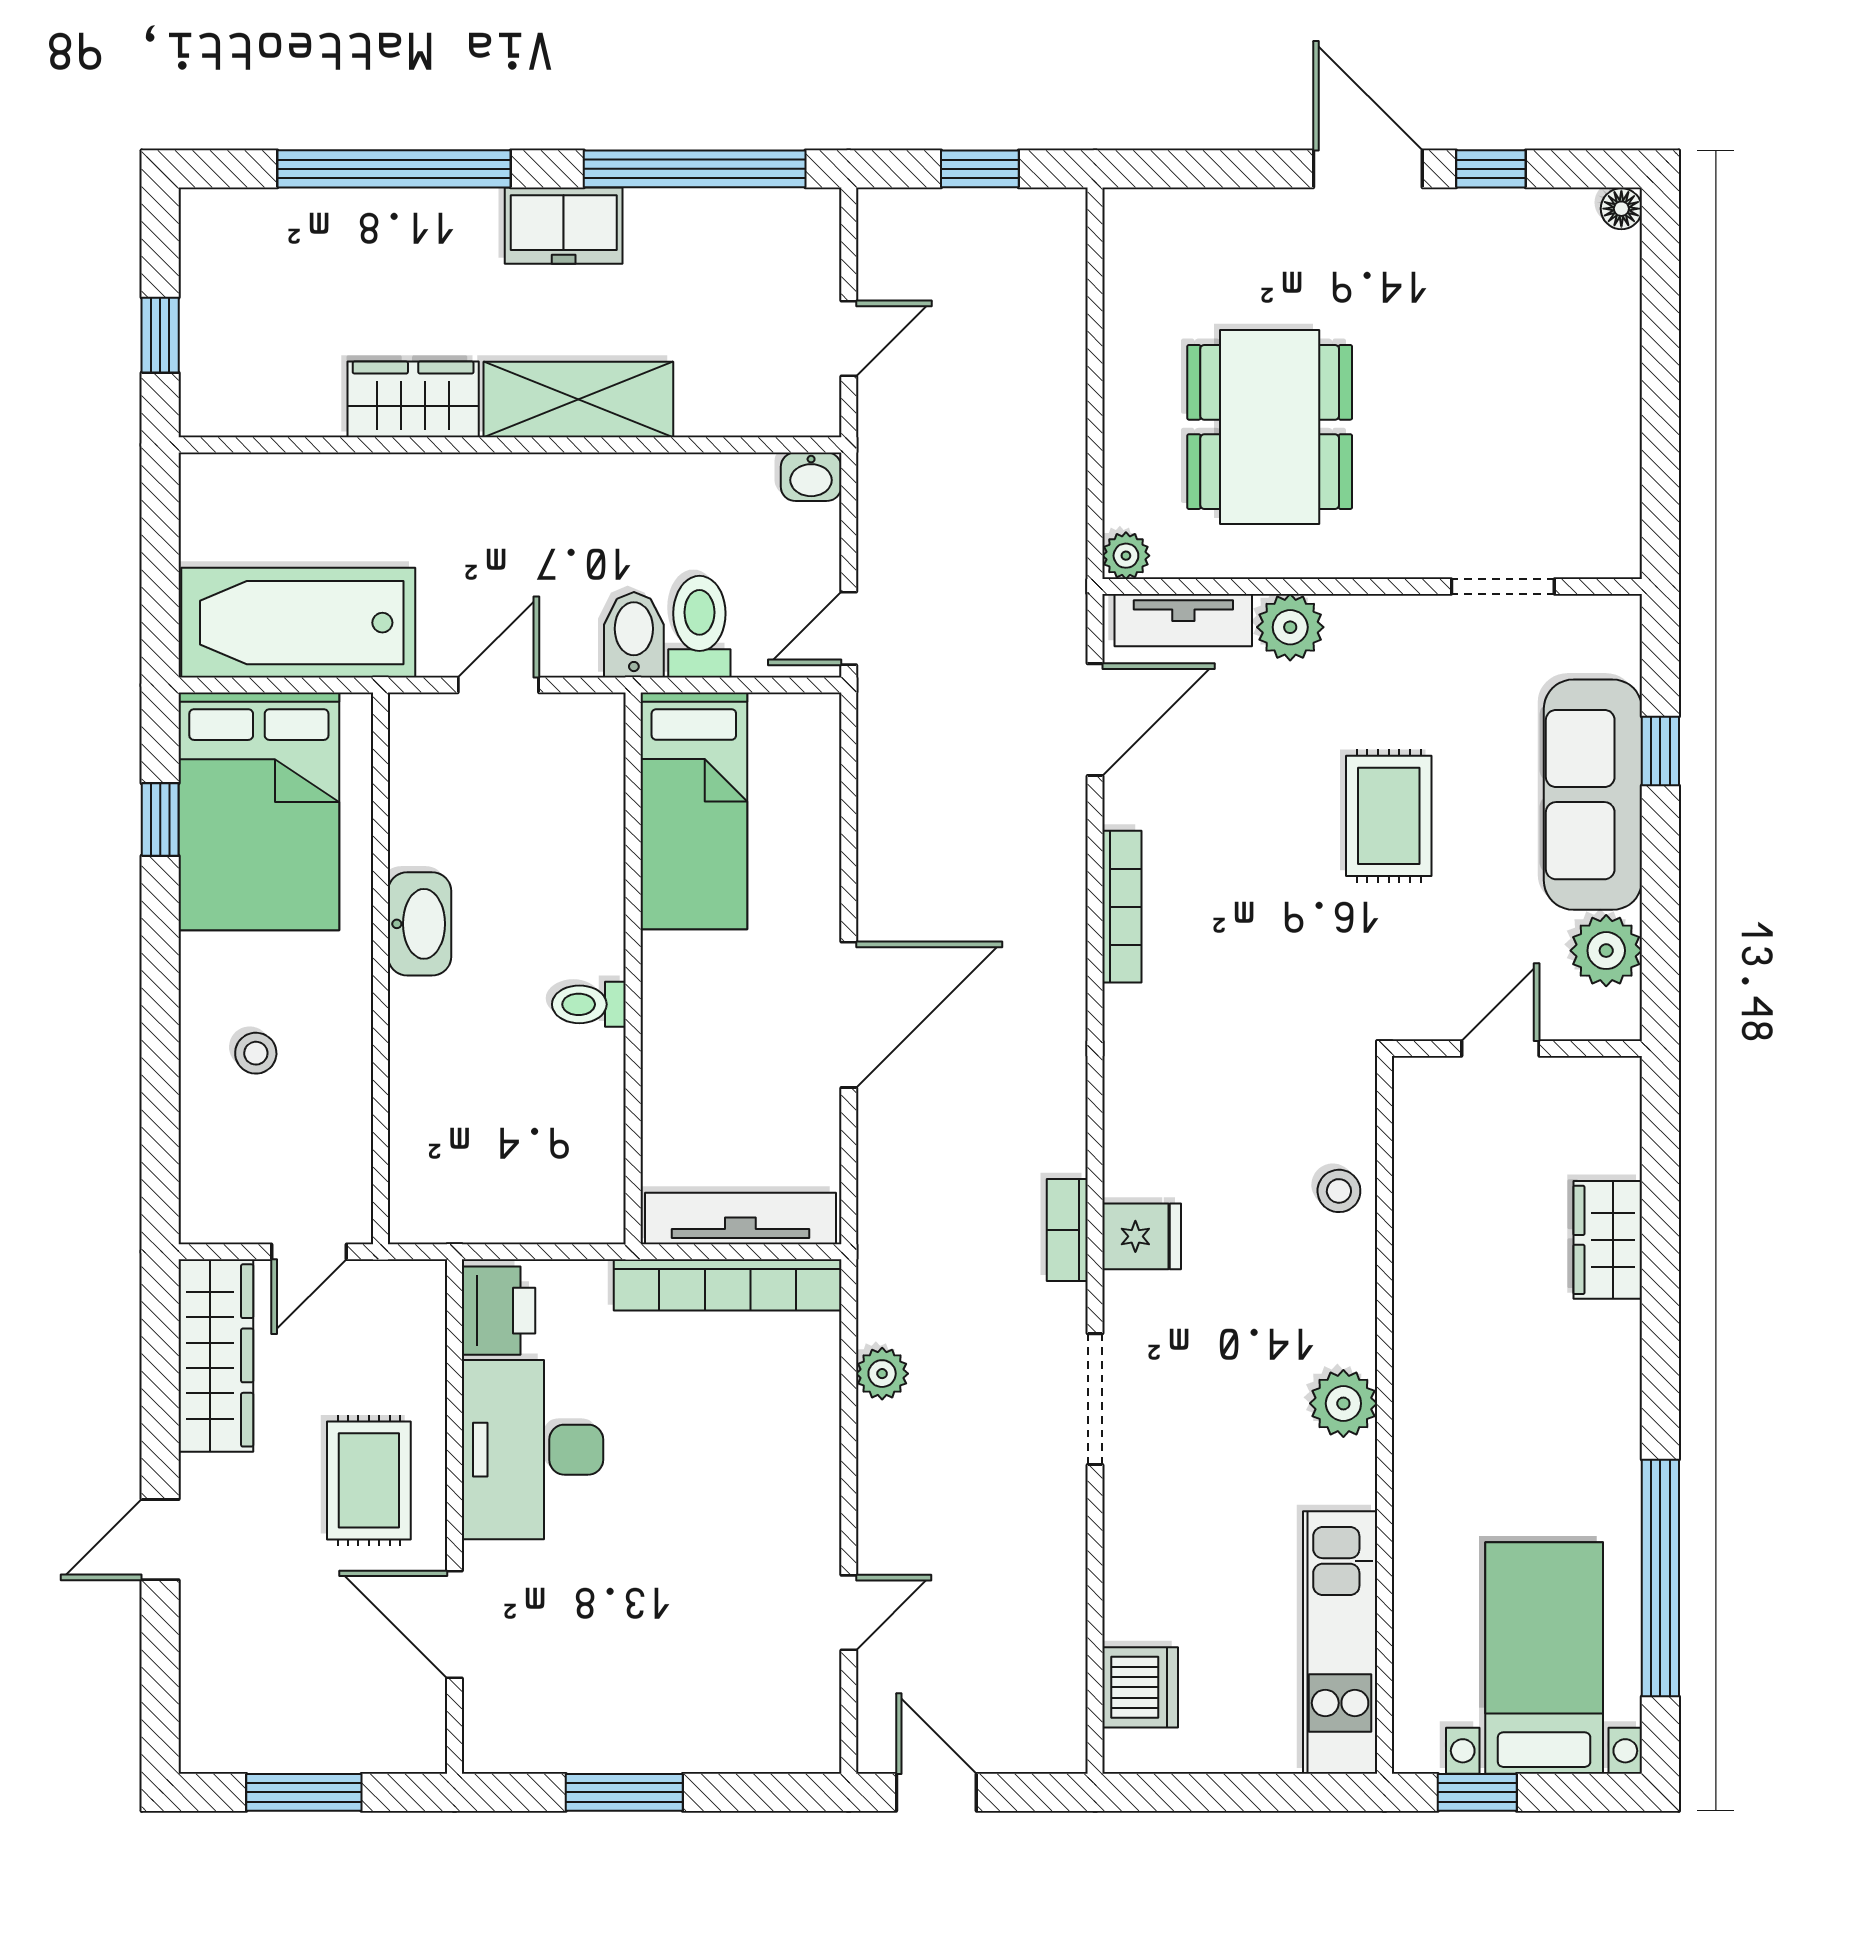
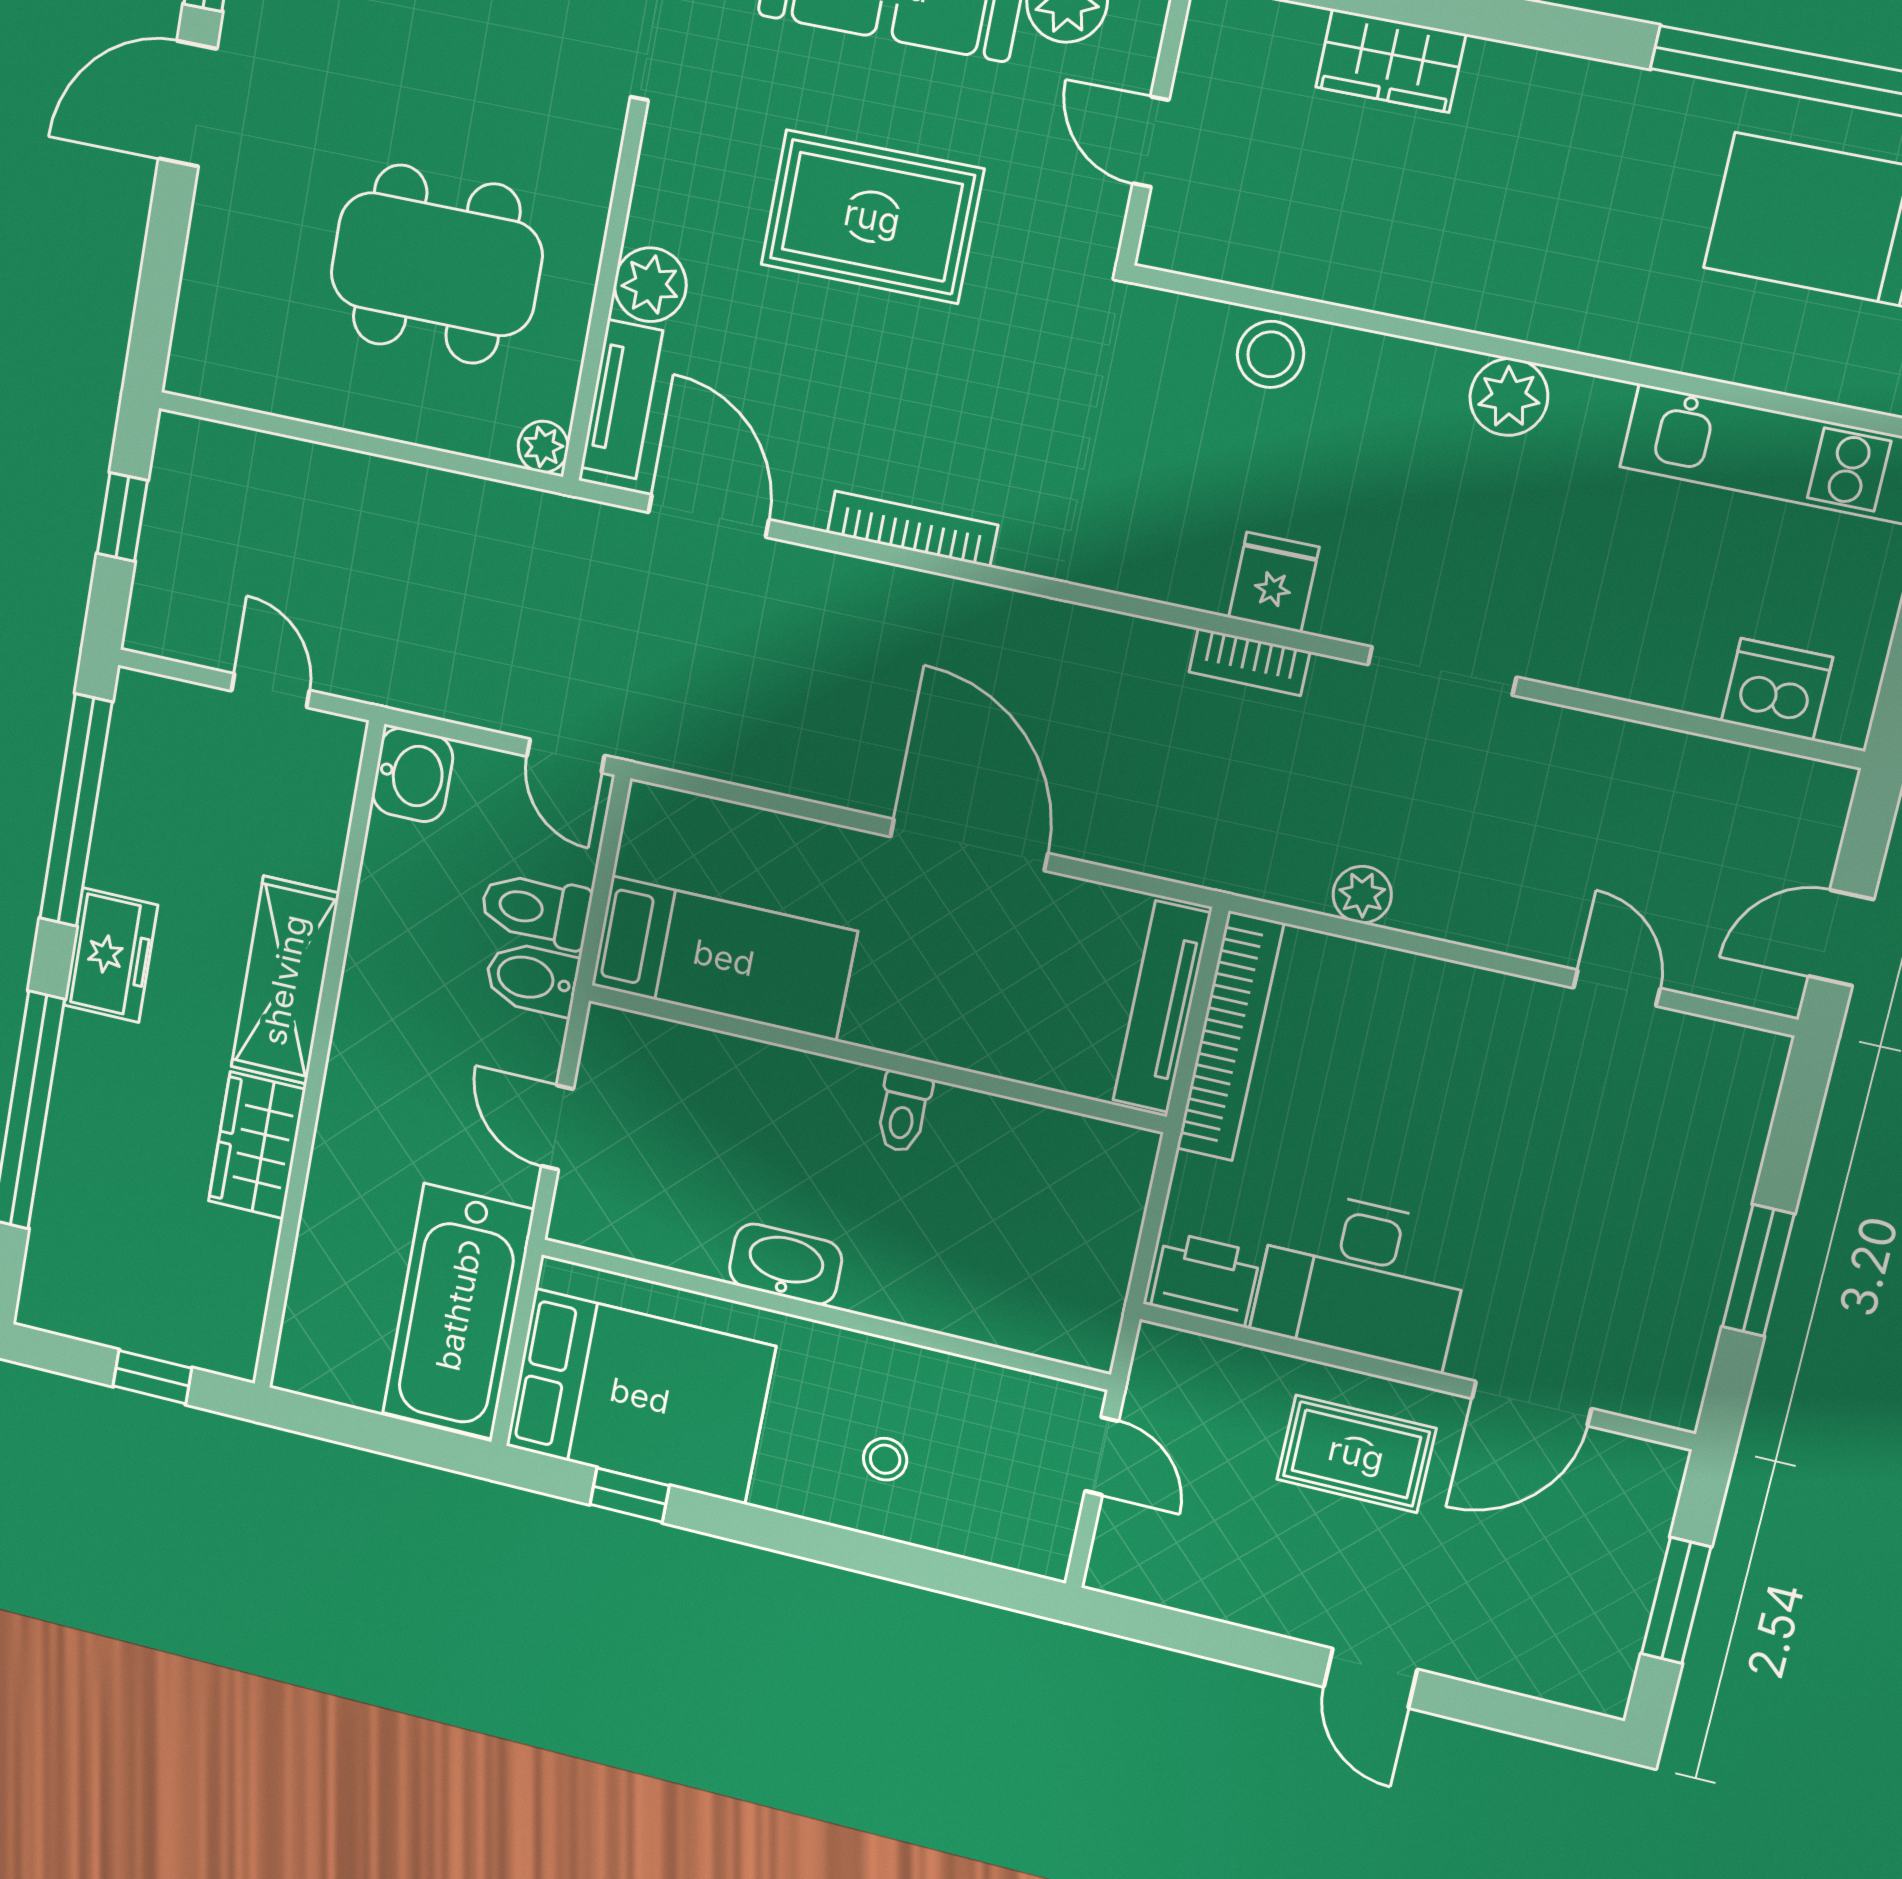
washbasin: (811, 477) -> (413, 775), width x1.38, depth x1.45
rug: (1389, 816) -> (872, 217), width x1.36, depth x1.43
stool: (1339, 1191) -> (1270, 354), width x1.37, depth x1.37
wardrobe: (216, 1355) -> (1190, 1575), removed

